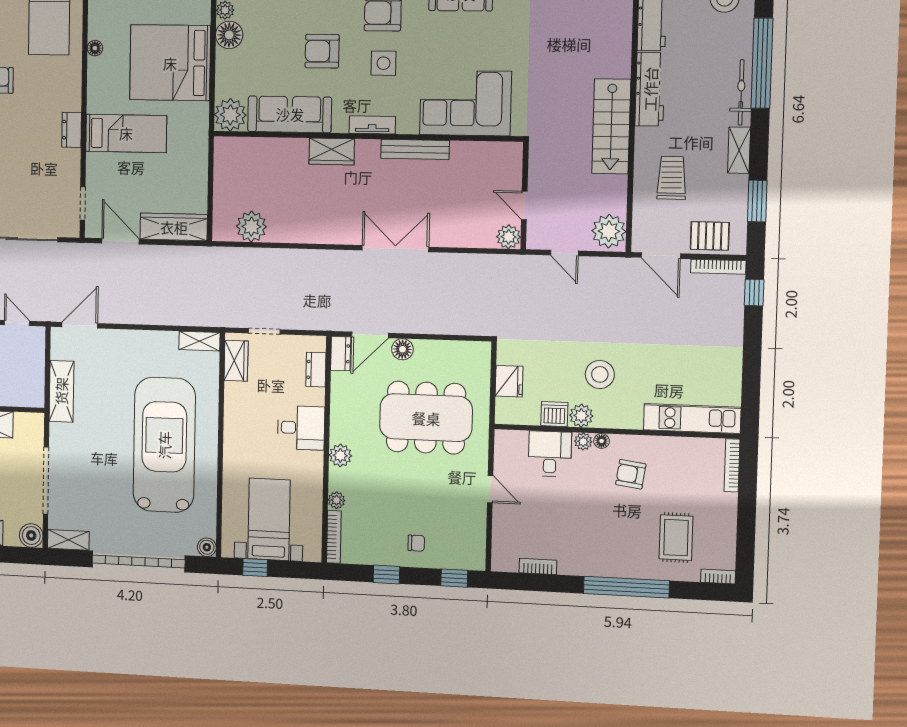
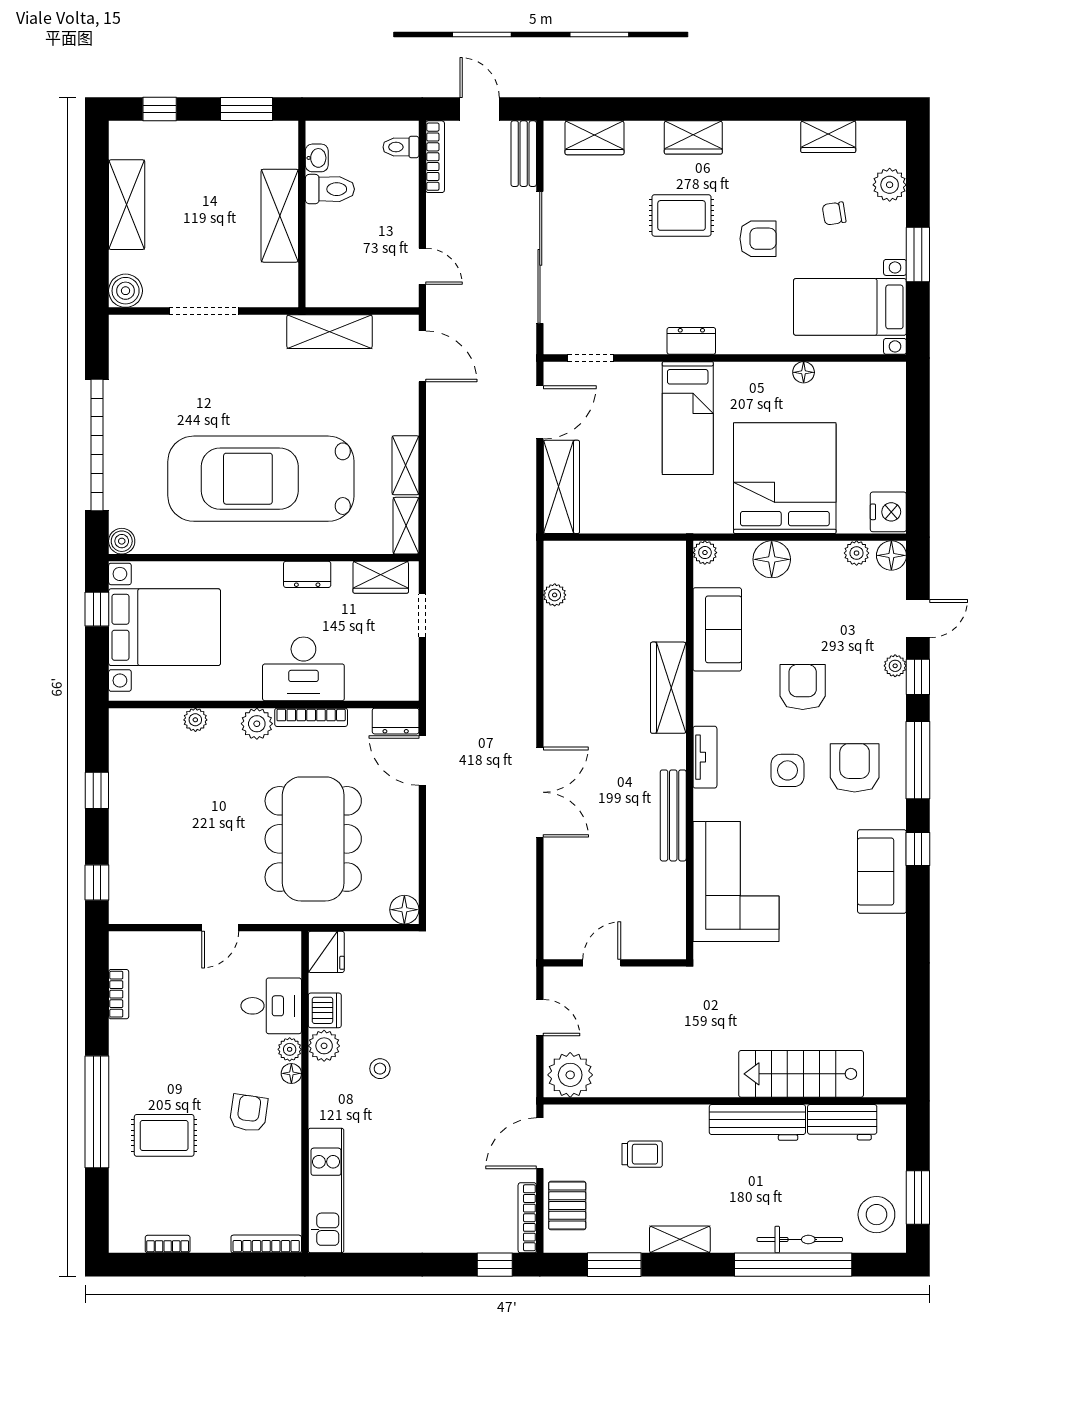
floor lamp: (229, 35) -> (772, 559), moved
bicycle: (741, 92) -> (800, 1240), moved
sofa: (290, 114) -> (717, 629), width x0.73
plant: (230, 115) -> (705, 553), width x0.53, depth x0.53
stairs: (611, 126) -> (801, 1074), moved
wardrobe: (332, 151) -> (668, 688), width x1.50
trolley: (672, 178) -> (642, 1154), width x0.73, depth x0.72
plant: (251, 227) -> (555, 595), width x0.53, depth x0.53
plant: (509, 237) -> (559, 943), removed
door: (565, 253) -> (540, 1018), swing flipped
door: (17, 323) -> (422, 266), hinge flipped
floor lamp: (402, 349) -> (404, 910), moved
dresser: (316, 370) -> (307, 574), moved, turned 180
stool: (600, 374) -> (380, 1069), width x0.53, depth x0.53
fridge: (509, 381) -> (326, 952), moved, turned -90
desk: (301, 428) -> (303, 669), width x1.37
car: (164, 445) -> (261, 479), turned 180
doorway: (46, 481) -> (204, 311), width x0.73
bed with nightstands: (269, 519) -> (165, 627), width x1.36
bookcase: (334, 537) -> (311, 717), moved
rug: (676, 538) -> (164, 1135), moved
shelving: (68, 540) -> (405, 465), moved
chair: (416, 543) -> (142, 830), removed
bookcase: (718, 576) -> (168, 1244), moved, turned -90

